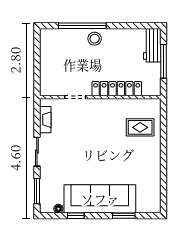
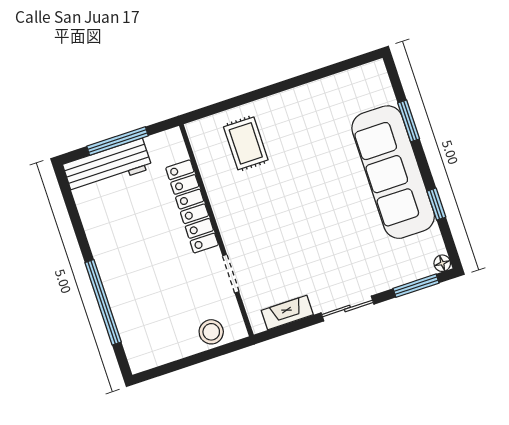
stool: (95, 39) -> (211, 332), moved
workbench: (152, 45) -> (107, 166), width x1.37
floor lamp: (58, 209) -> (442, 263), moved

